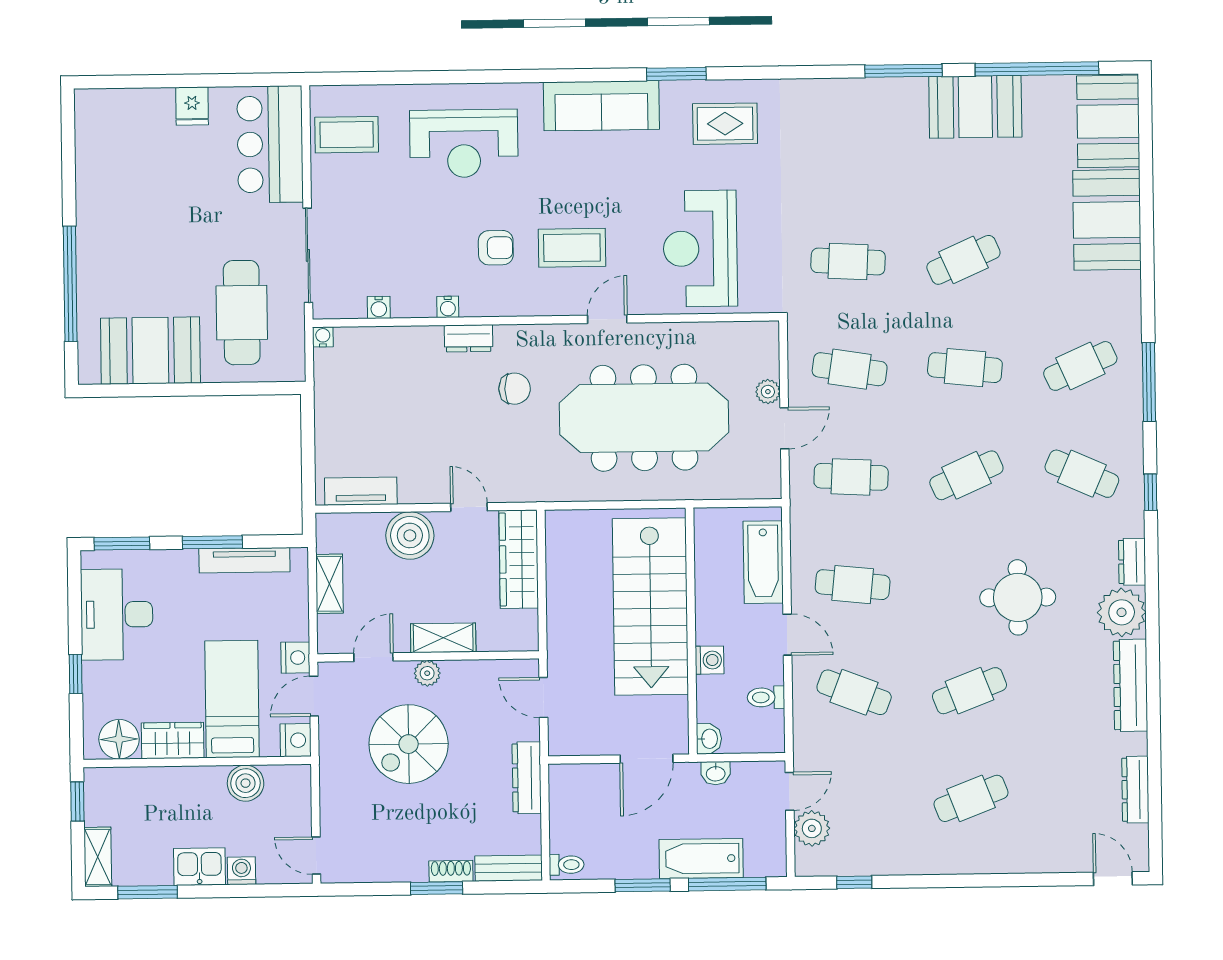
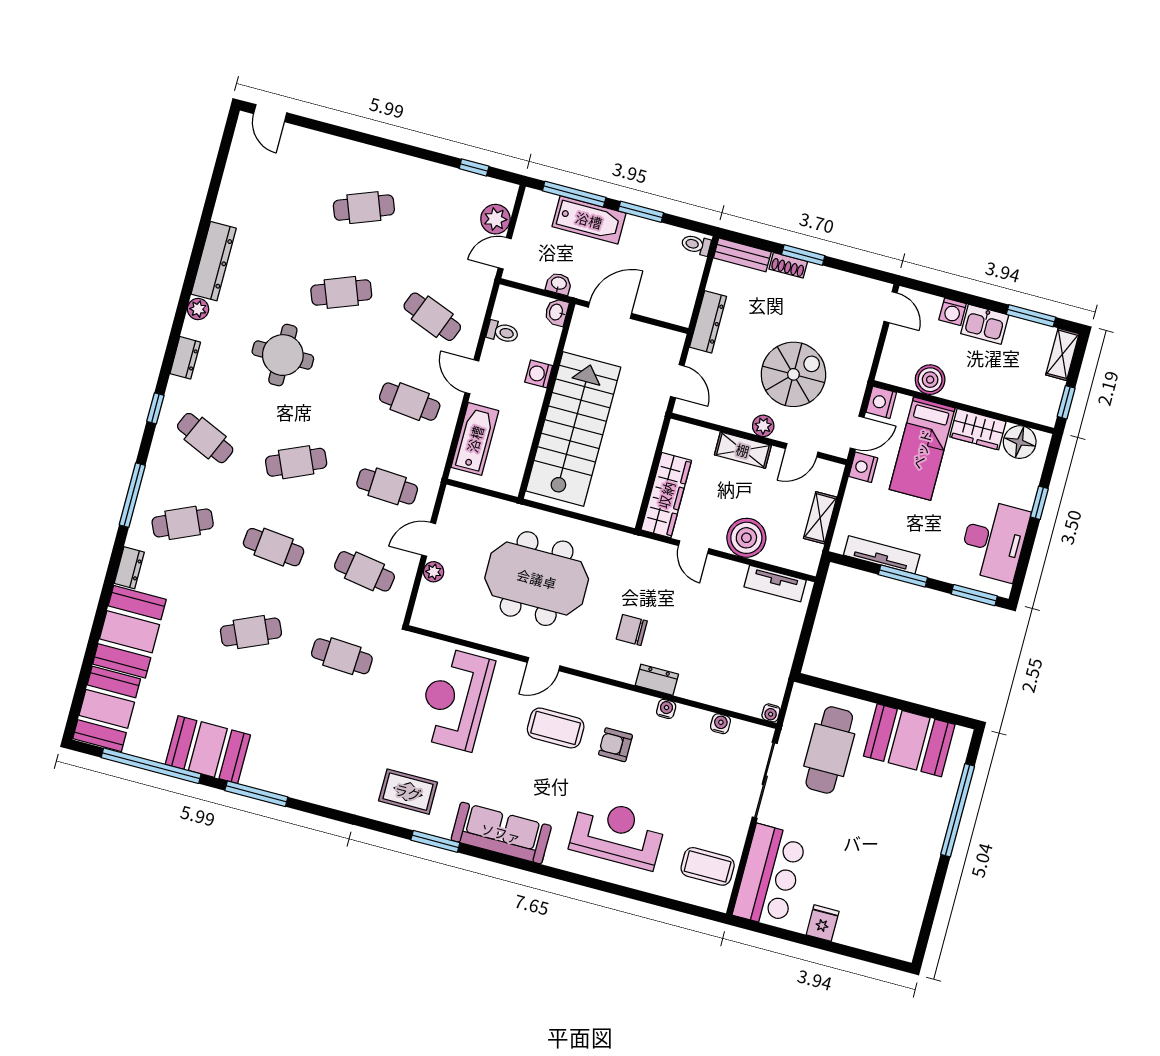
reception desk: (700, 248) -> (455, 699), turned 180
meeting table: (644, 418) -> (537, 579), width x0.73
plant: (1122, 612) -> (198, 309), width x0.53, depth x0.53
dresser: (1135, 790) -> (129, 568), moved, width x0.70

